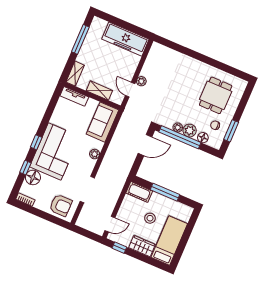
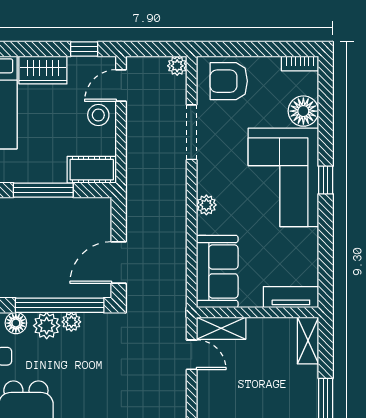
plant: (141, 81) -> (177, 66), moved
shelving: (99, 91) -> (221, 328), moved
window: (25, 168) -> (326, 124), removed
stool: (150, 218) -> (98, 115), moved

